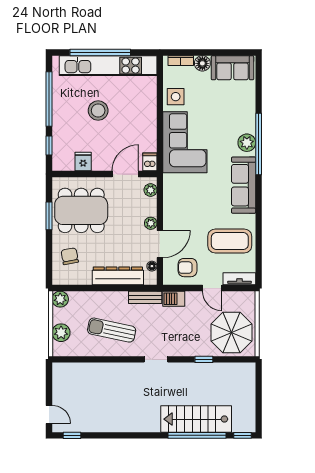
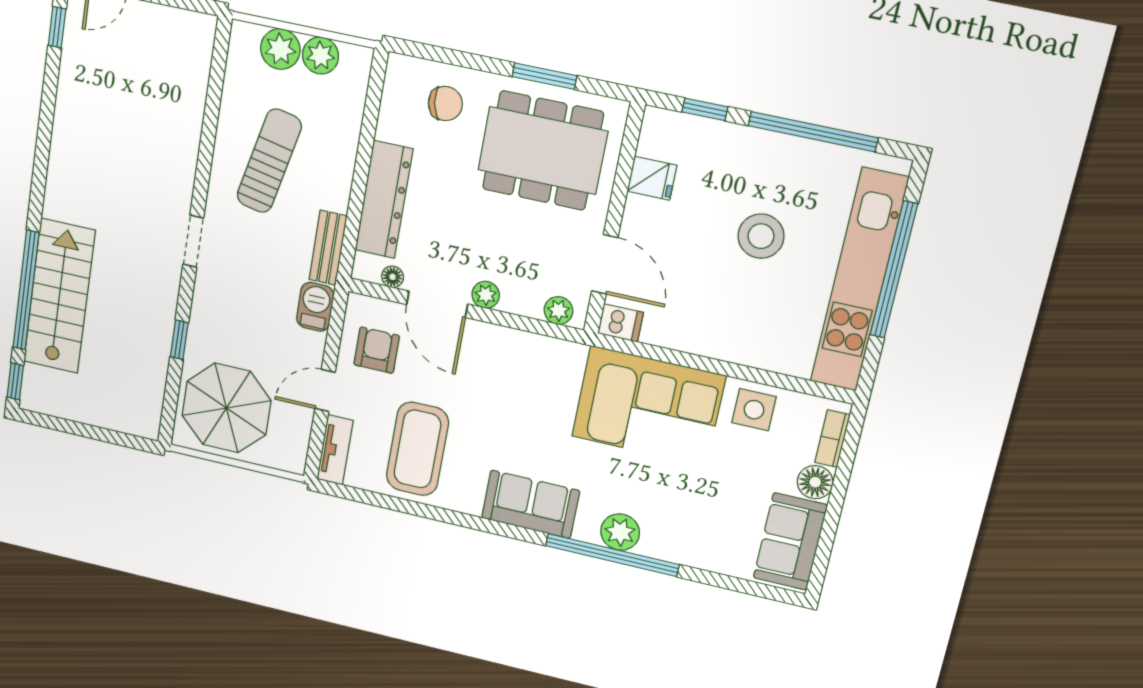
sofa: (244, 185) -> (531, 504), width x0.73
dining table: (81, 210) -> (543, 151), turned 90
plant: (60, 299) -> (320, 56), moved

